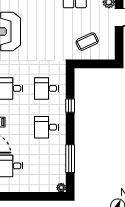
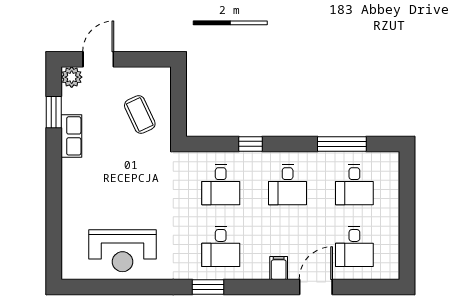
desk: (46, 166) -> (354, 185), added
plant: (61, 188) -> (392, 159), removed

